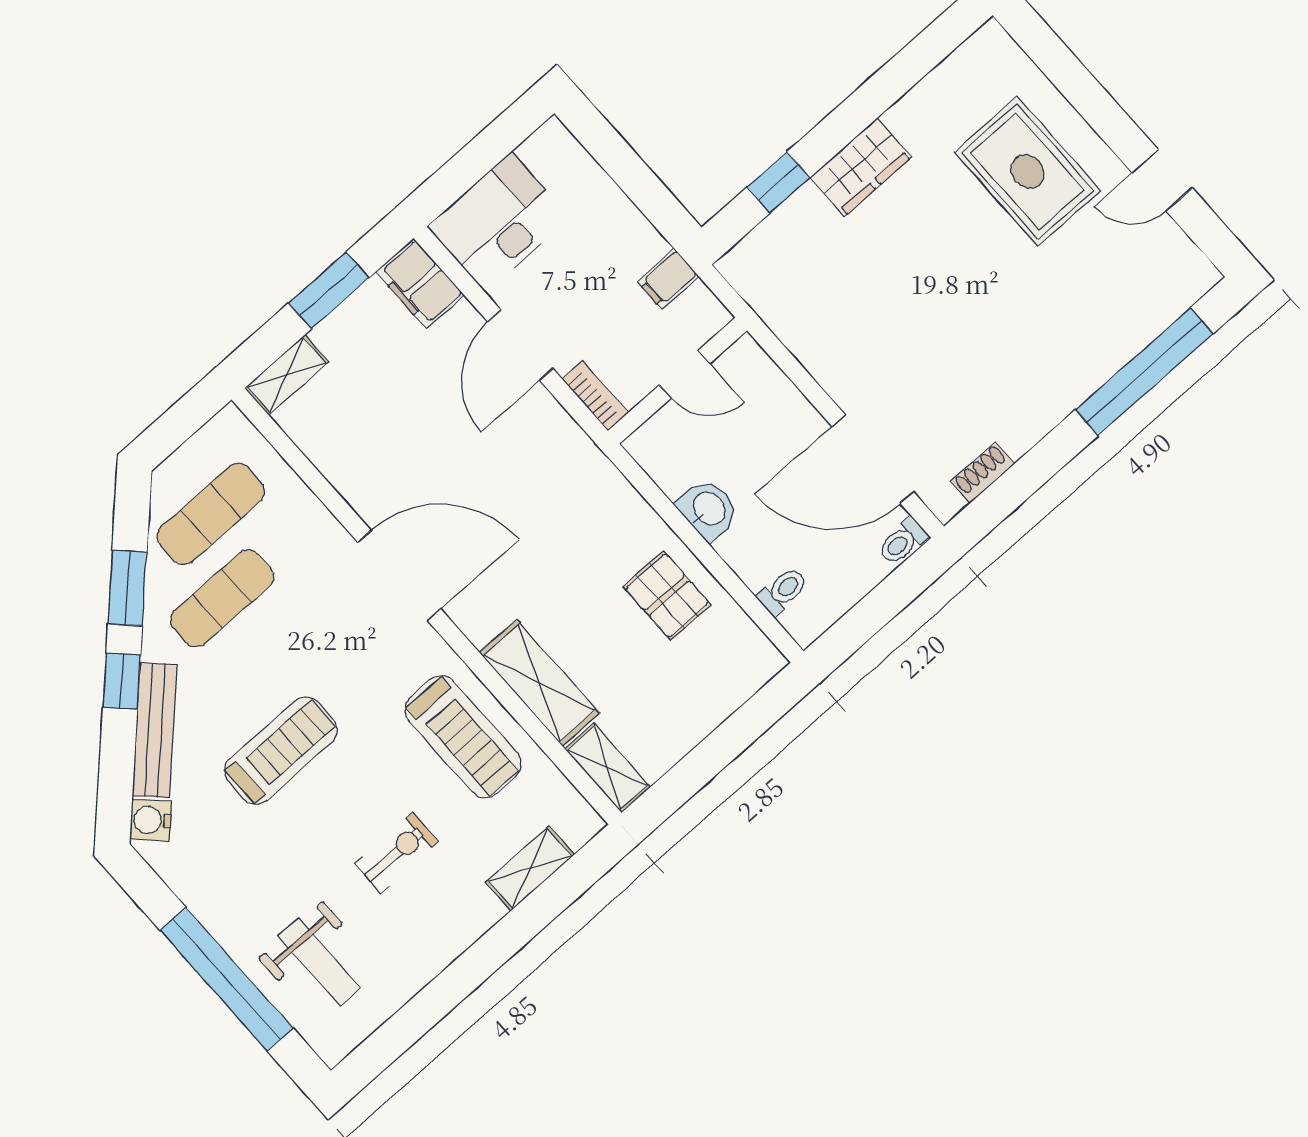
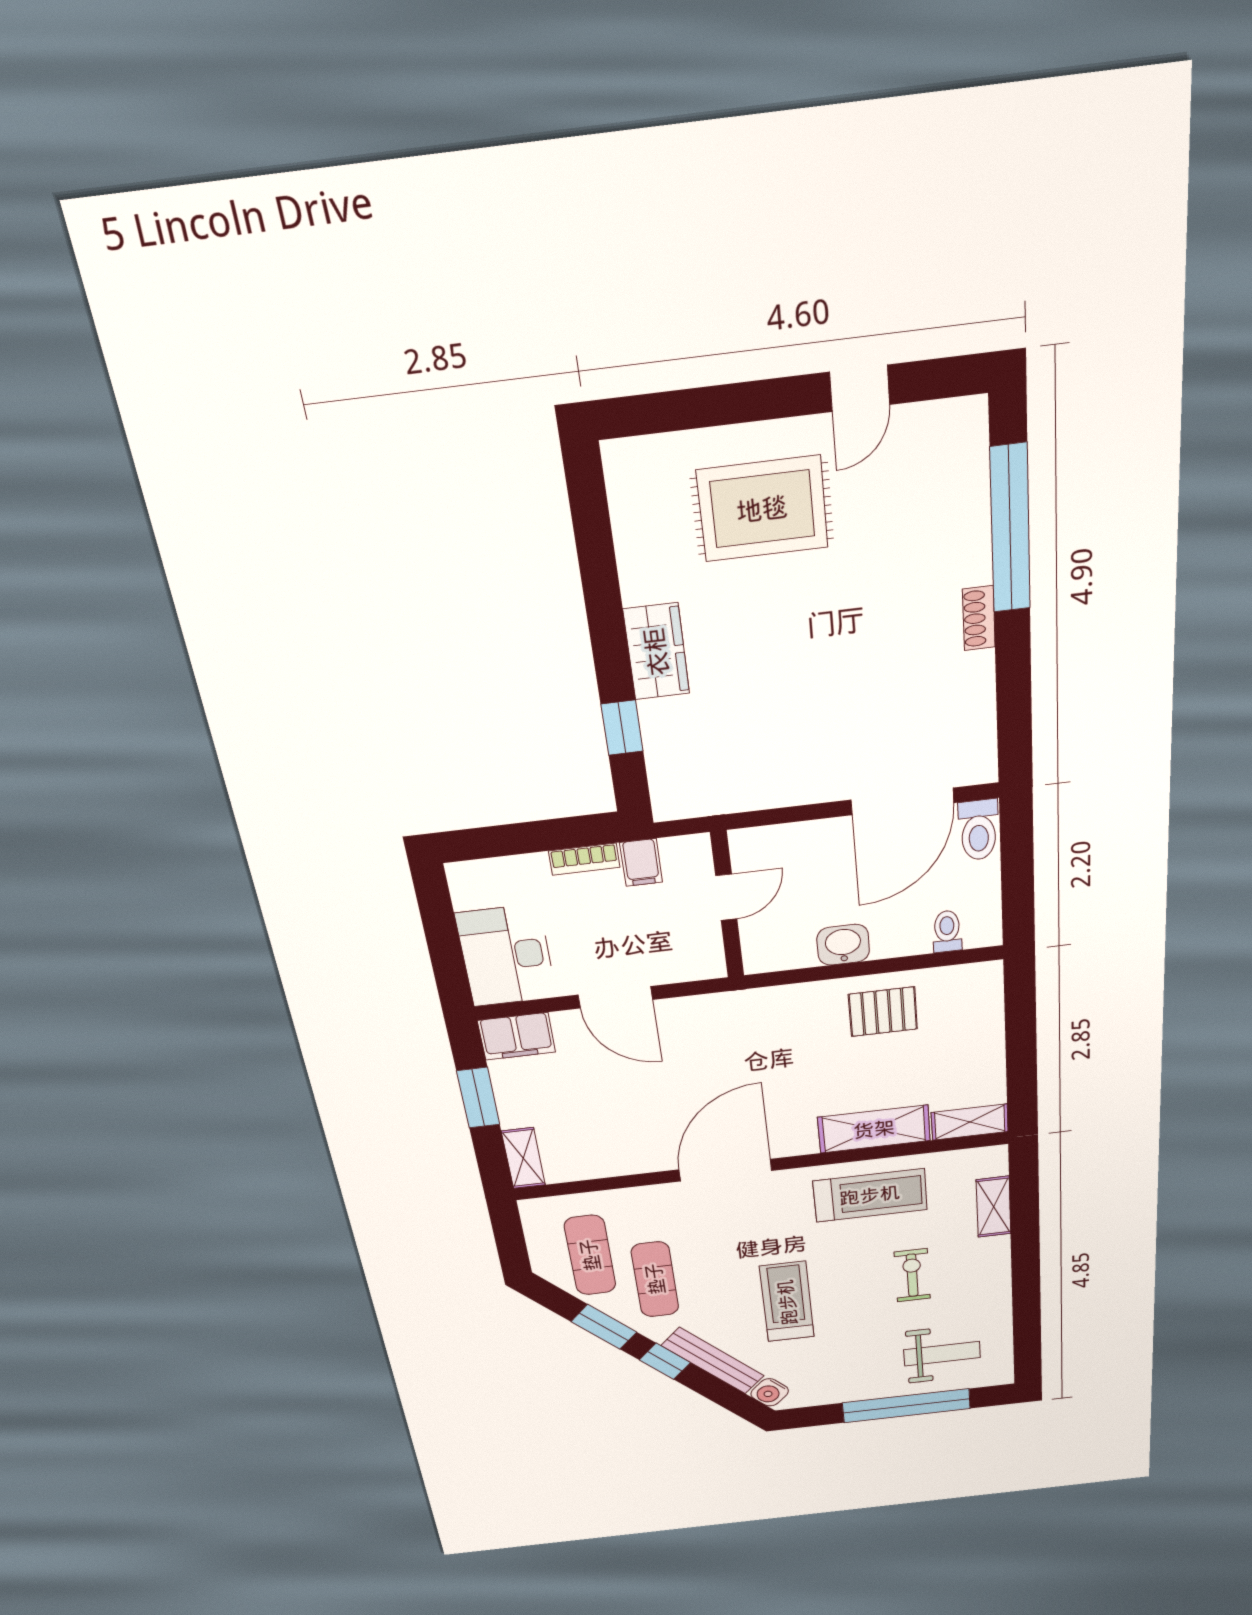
bookcase: (595, 396) -> (584, 859), moved, turned 180
shoe rack: (983, 473) -> (979, 618), moved
toilet: (903, 541) -> (979, 830), width x1.37, depth x1.39

